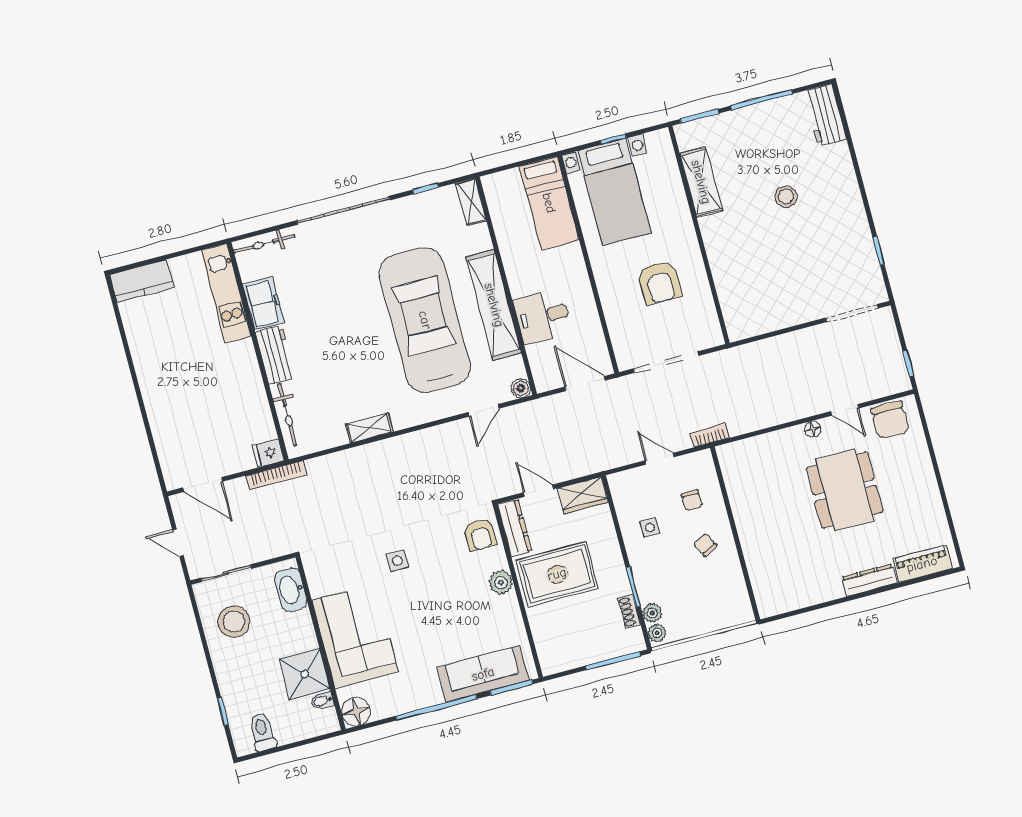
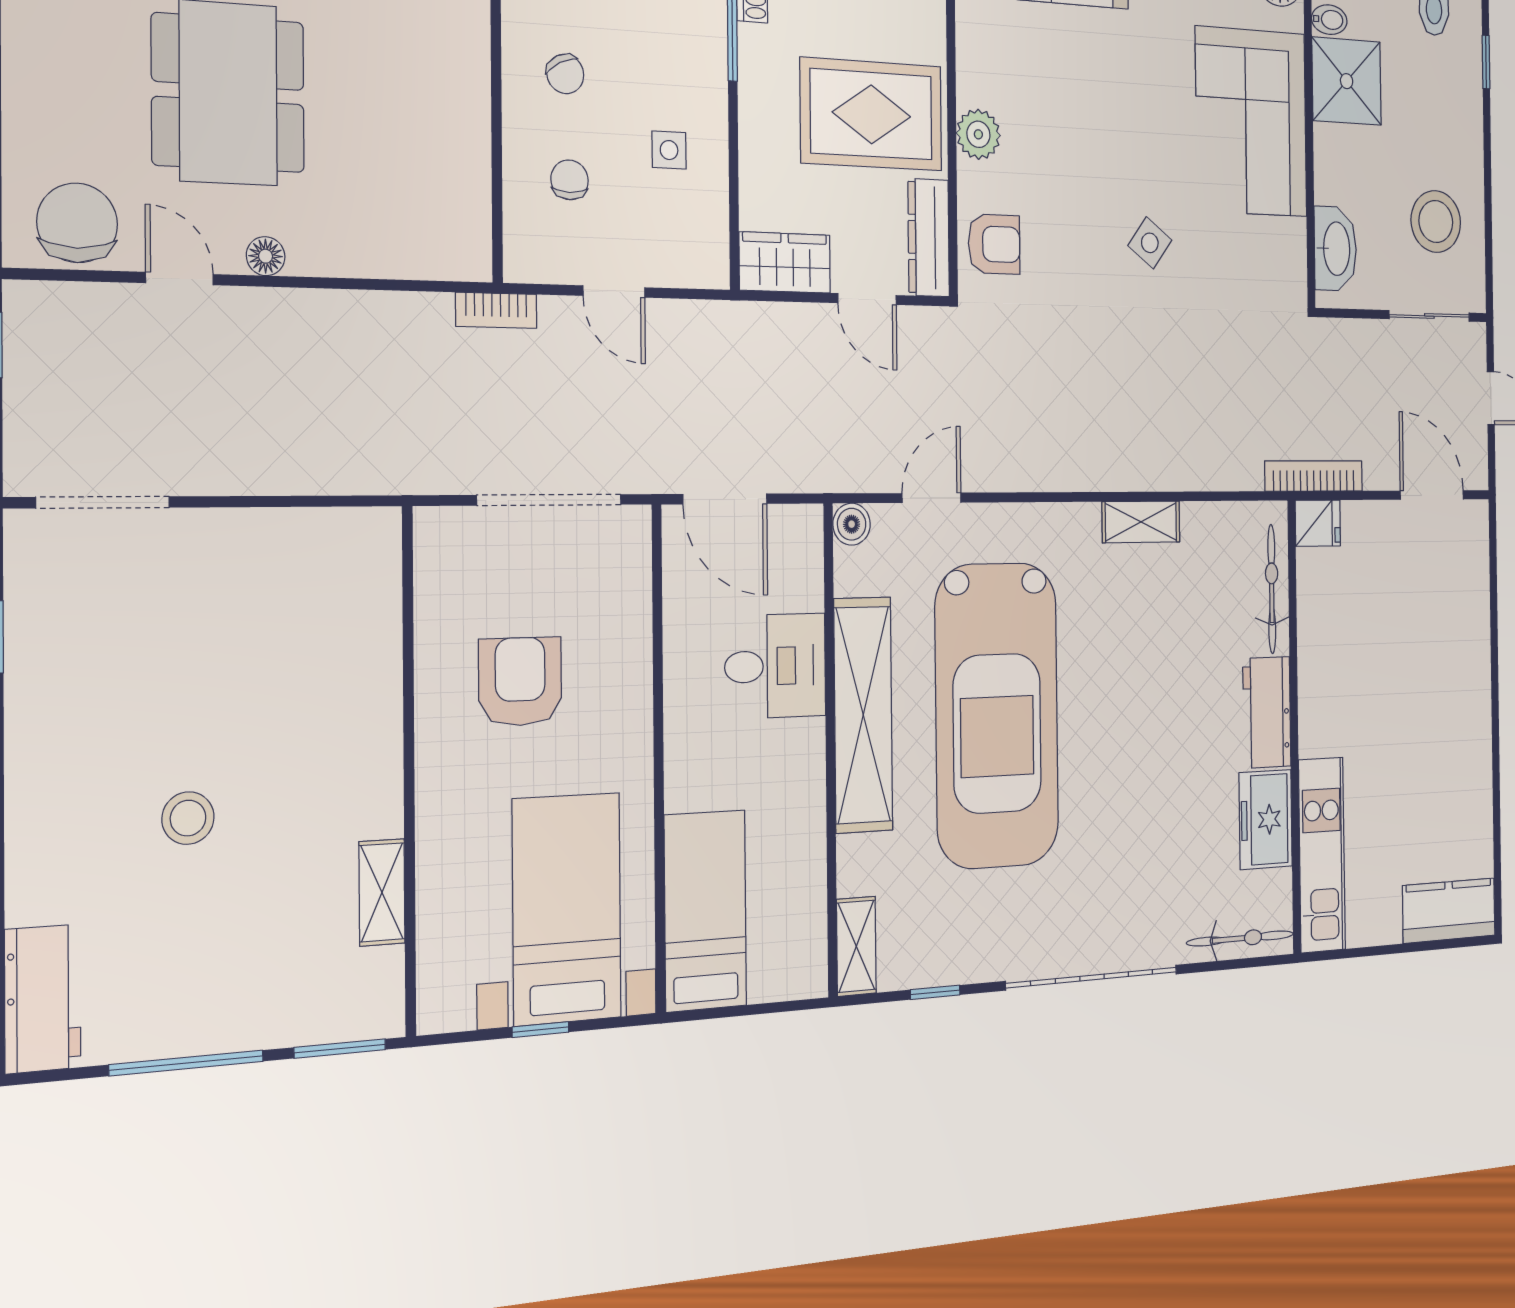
shelving: (701, 182) -> (382, 892), width x0.67, depth x0.75
armchair: (480, 535) -> (994, 244), turned 90
side table: (397, 561) -> (1150, 243), turned 37

